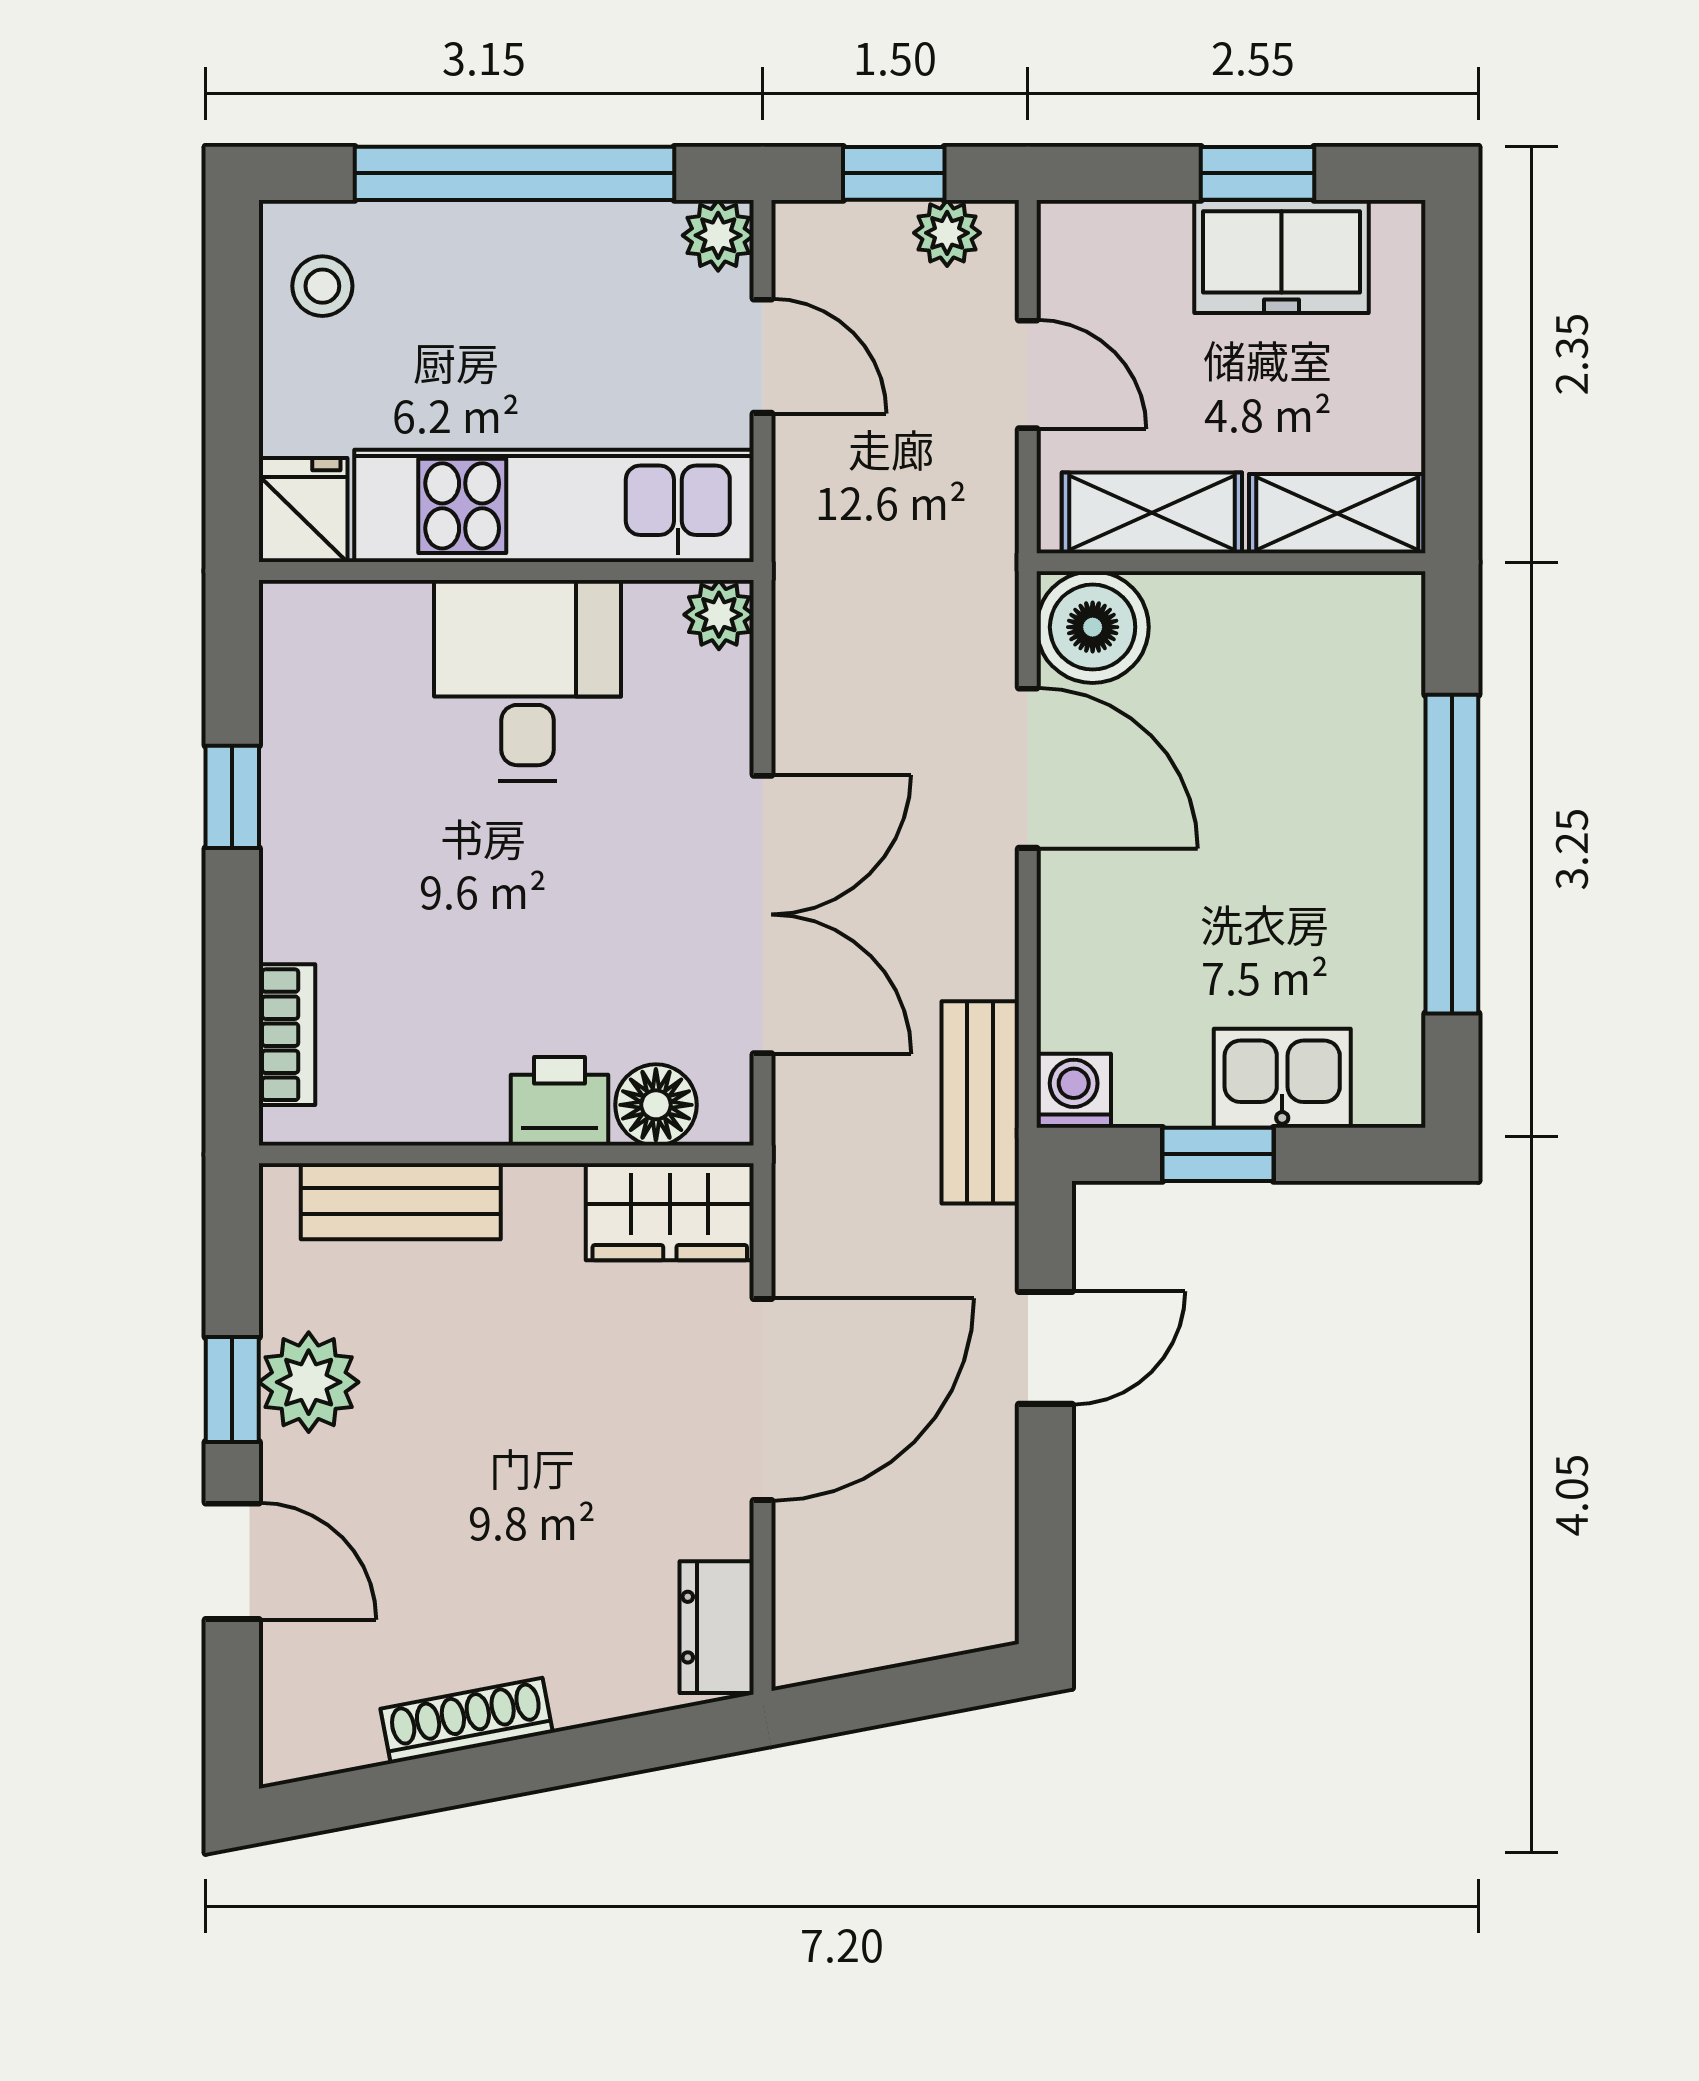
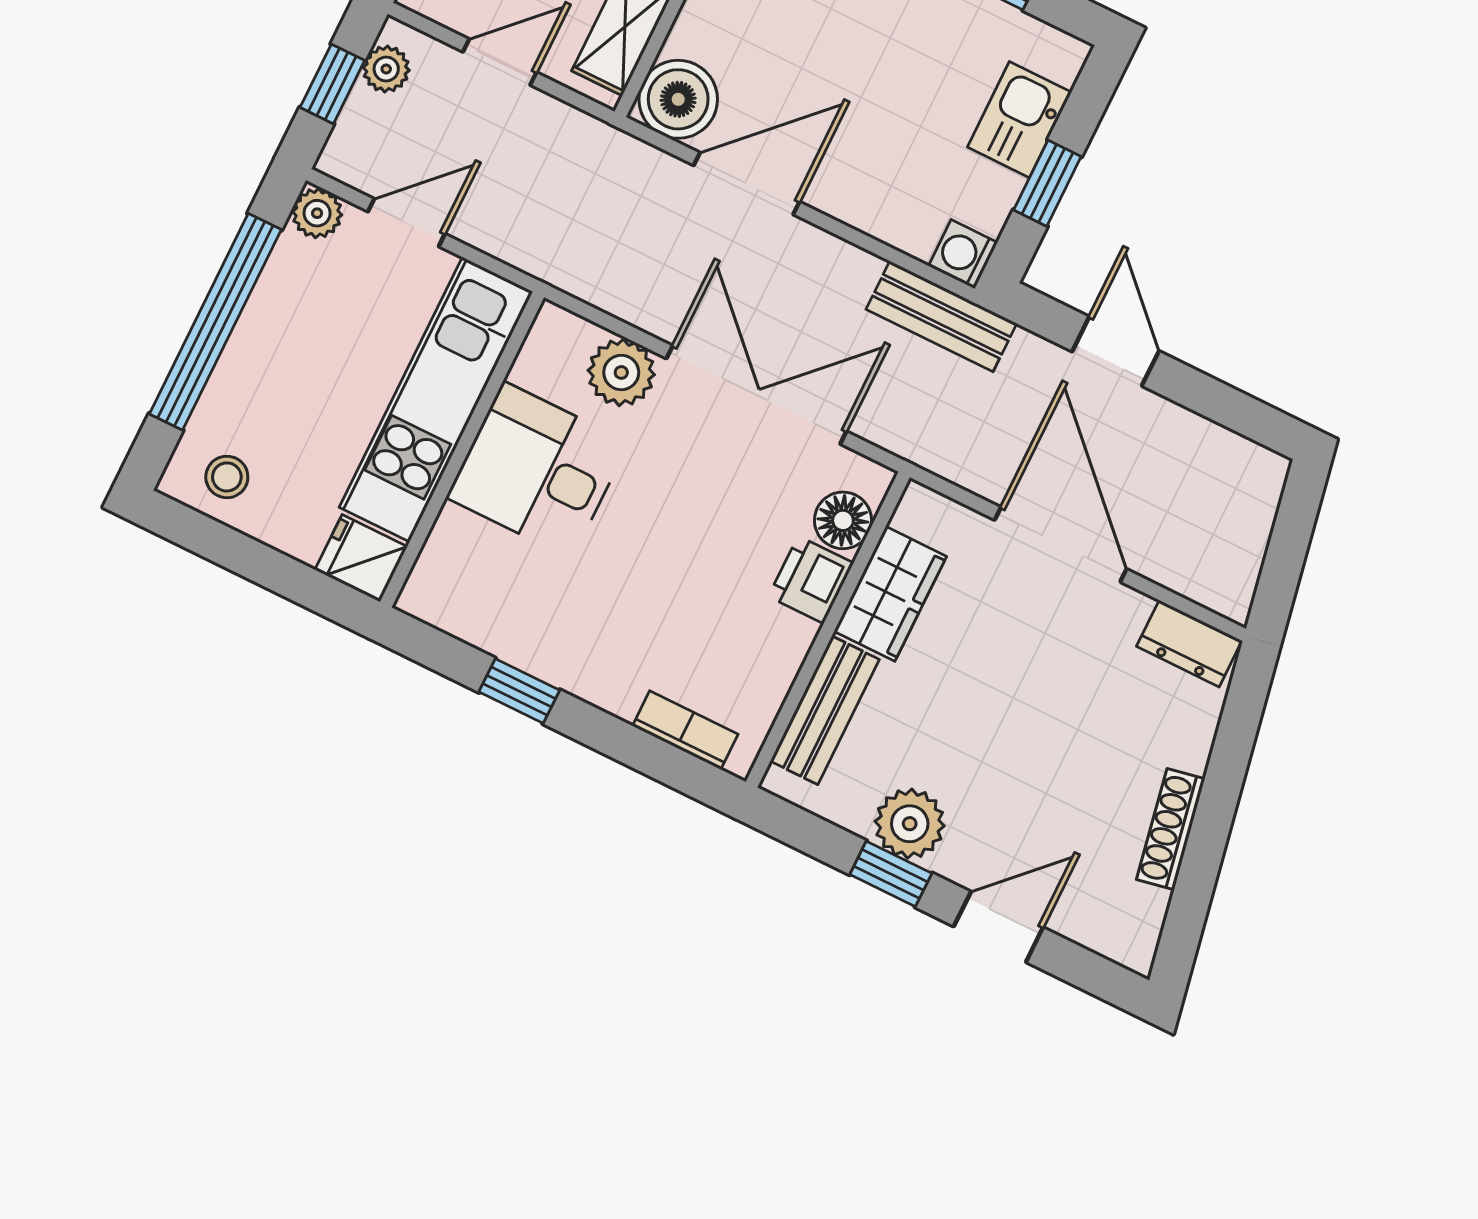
plant: (719, 615) -> (621, 372), moved, width x1.38, depth x1.38
wardrobe: (670, 1212) -> (890, 594), moved

